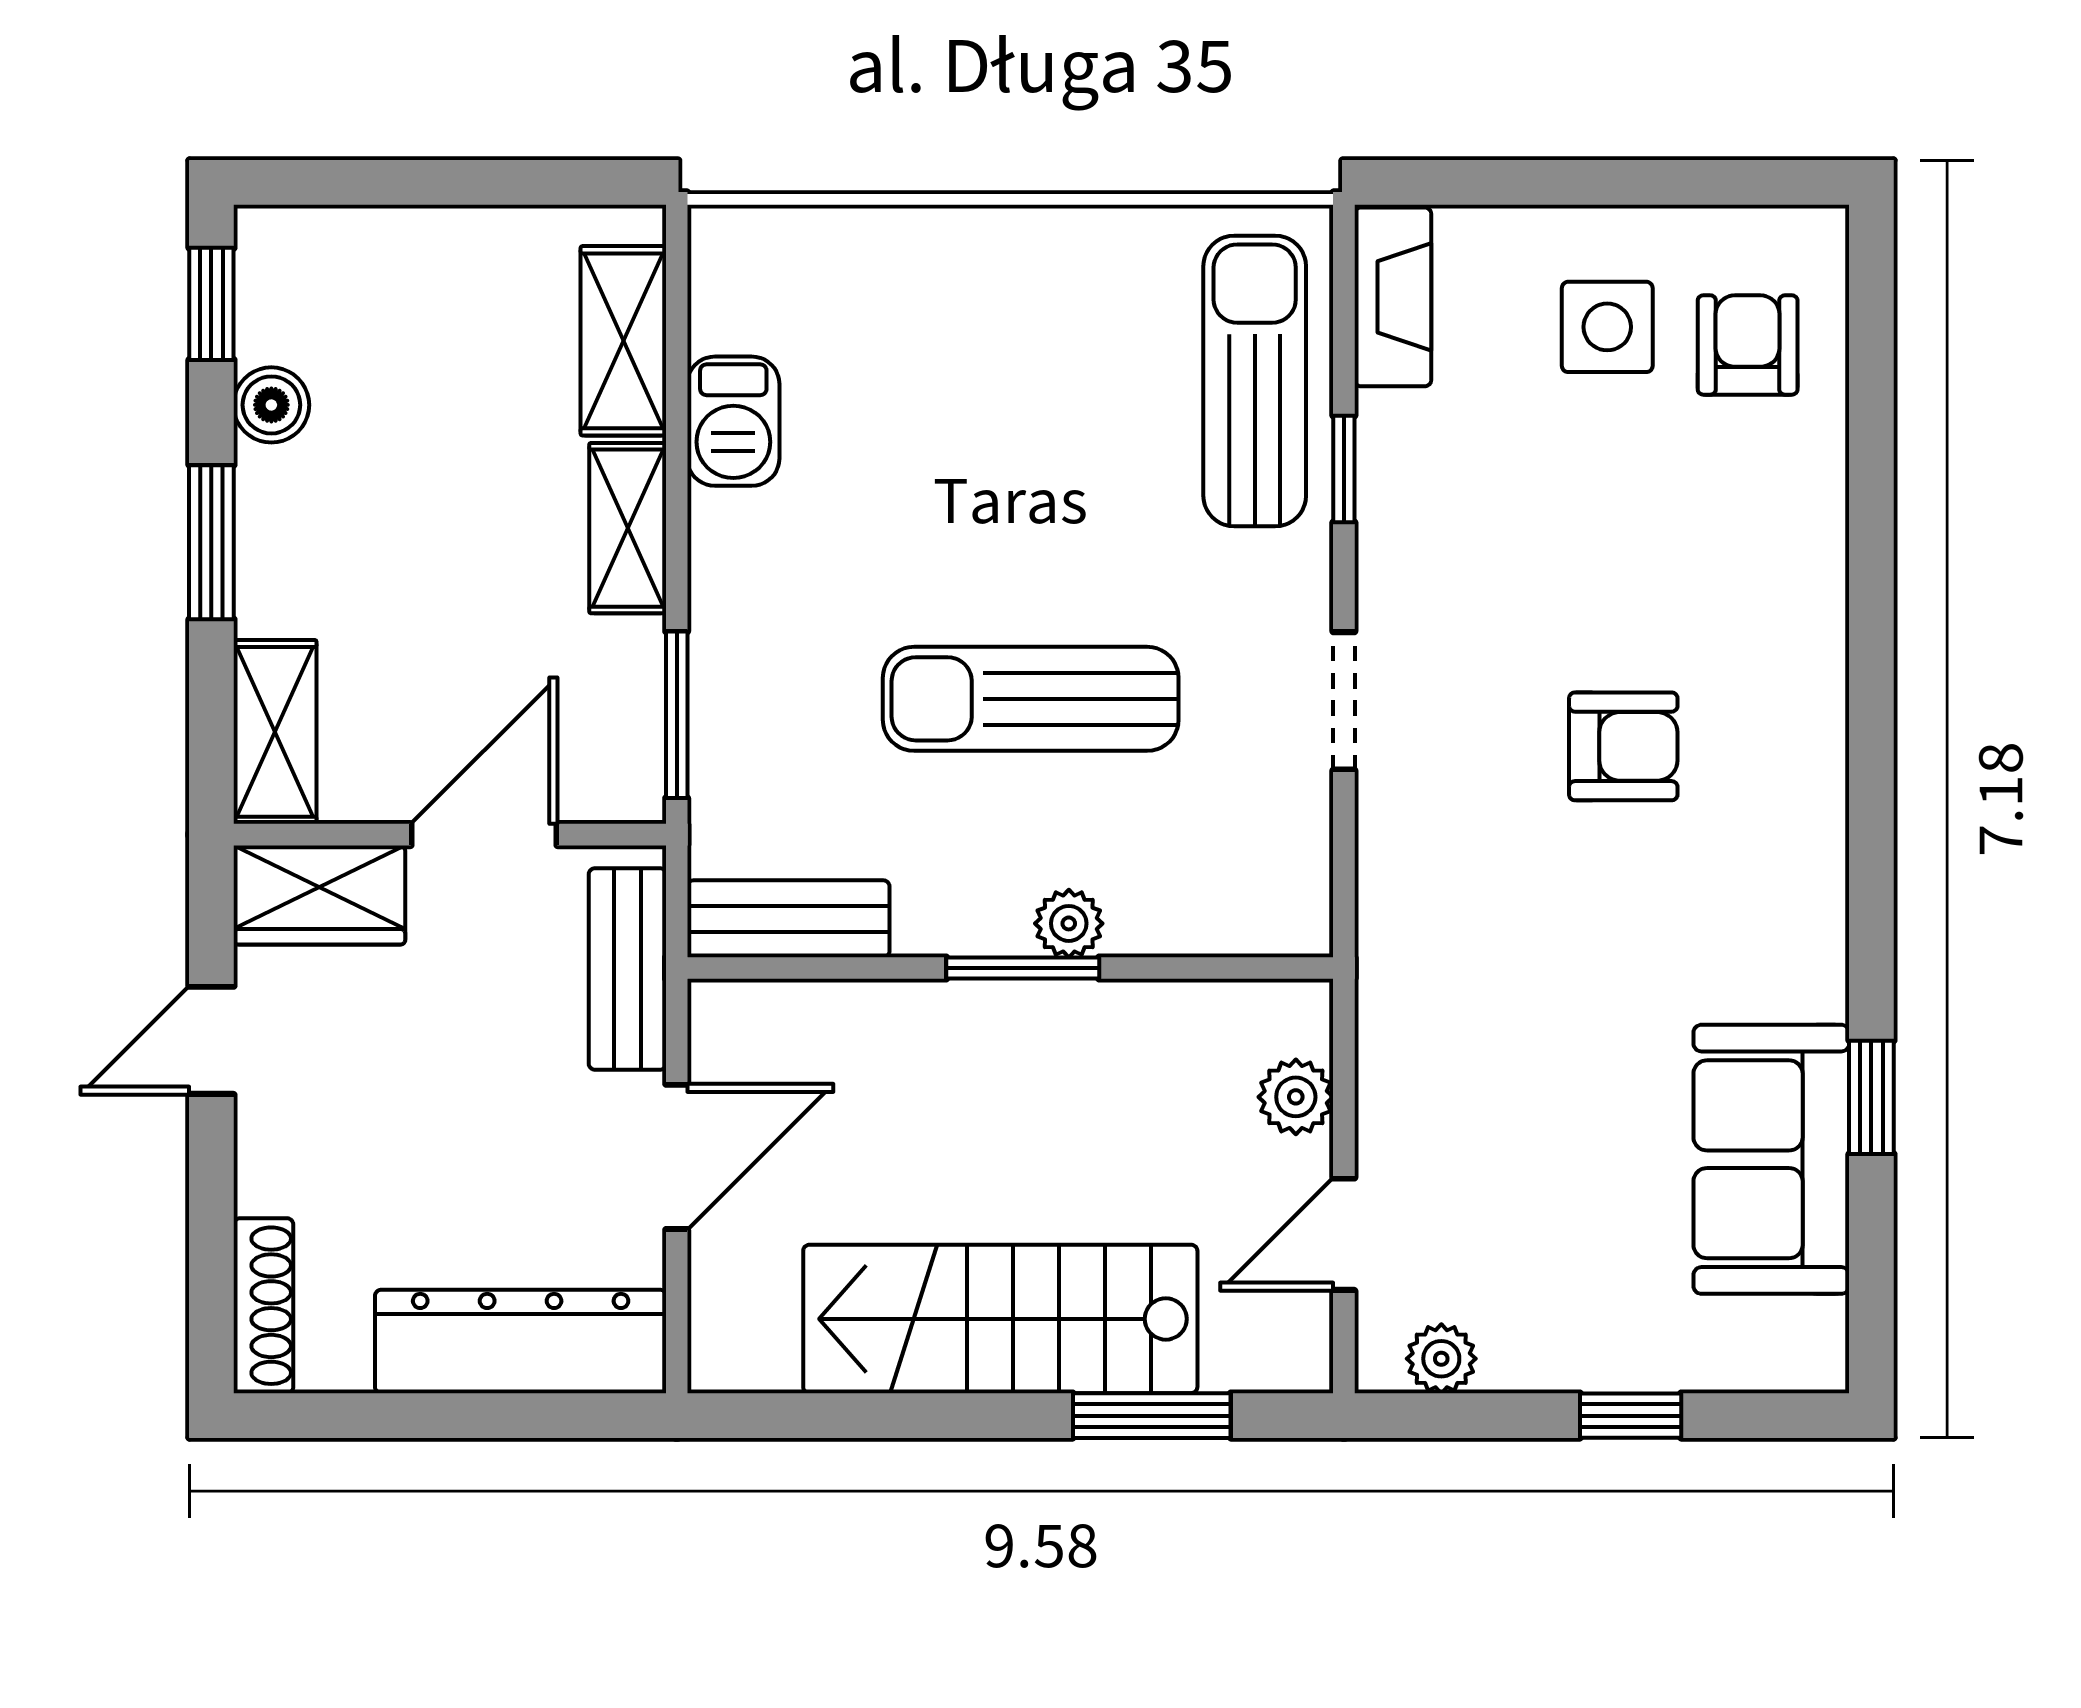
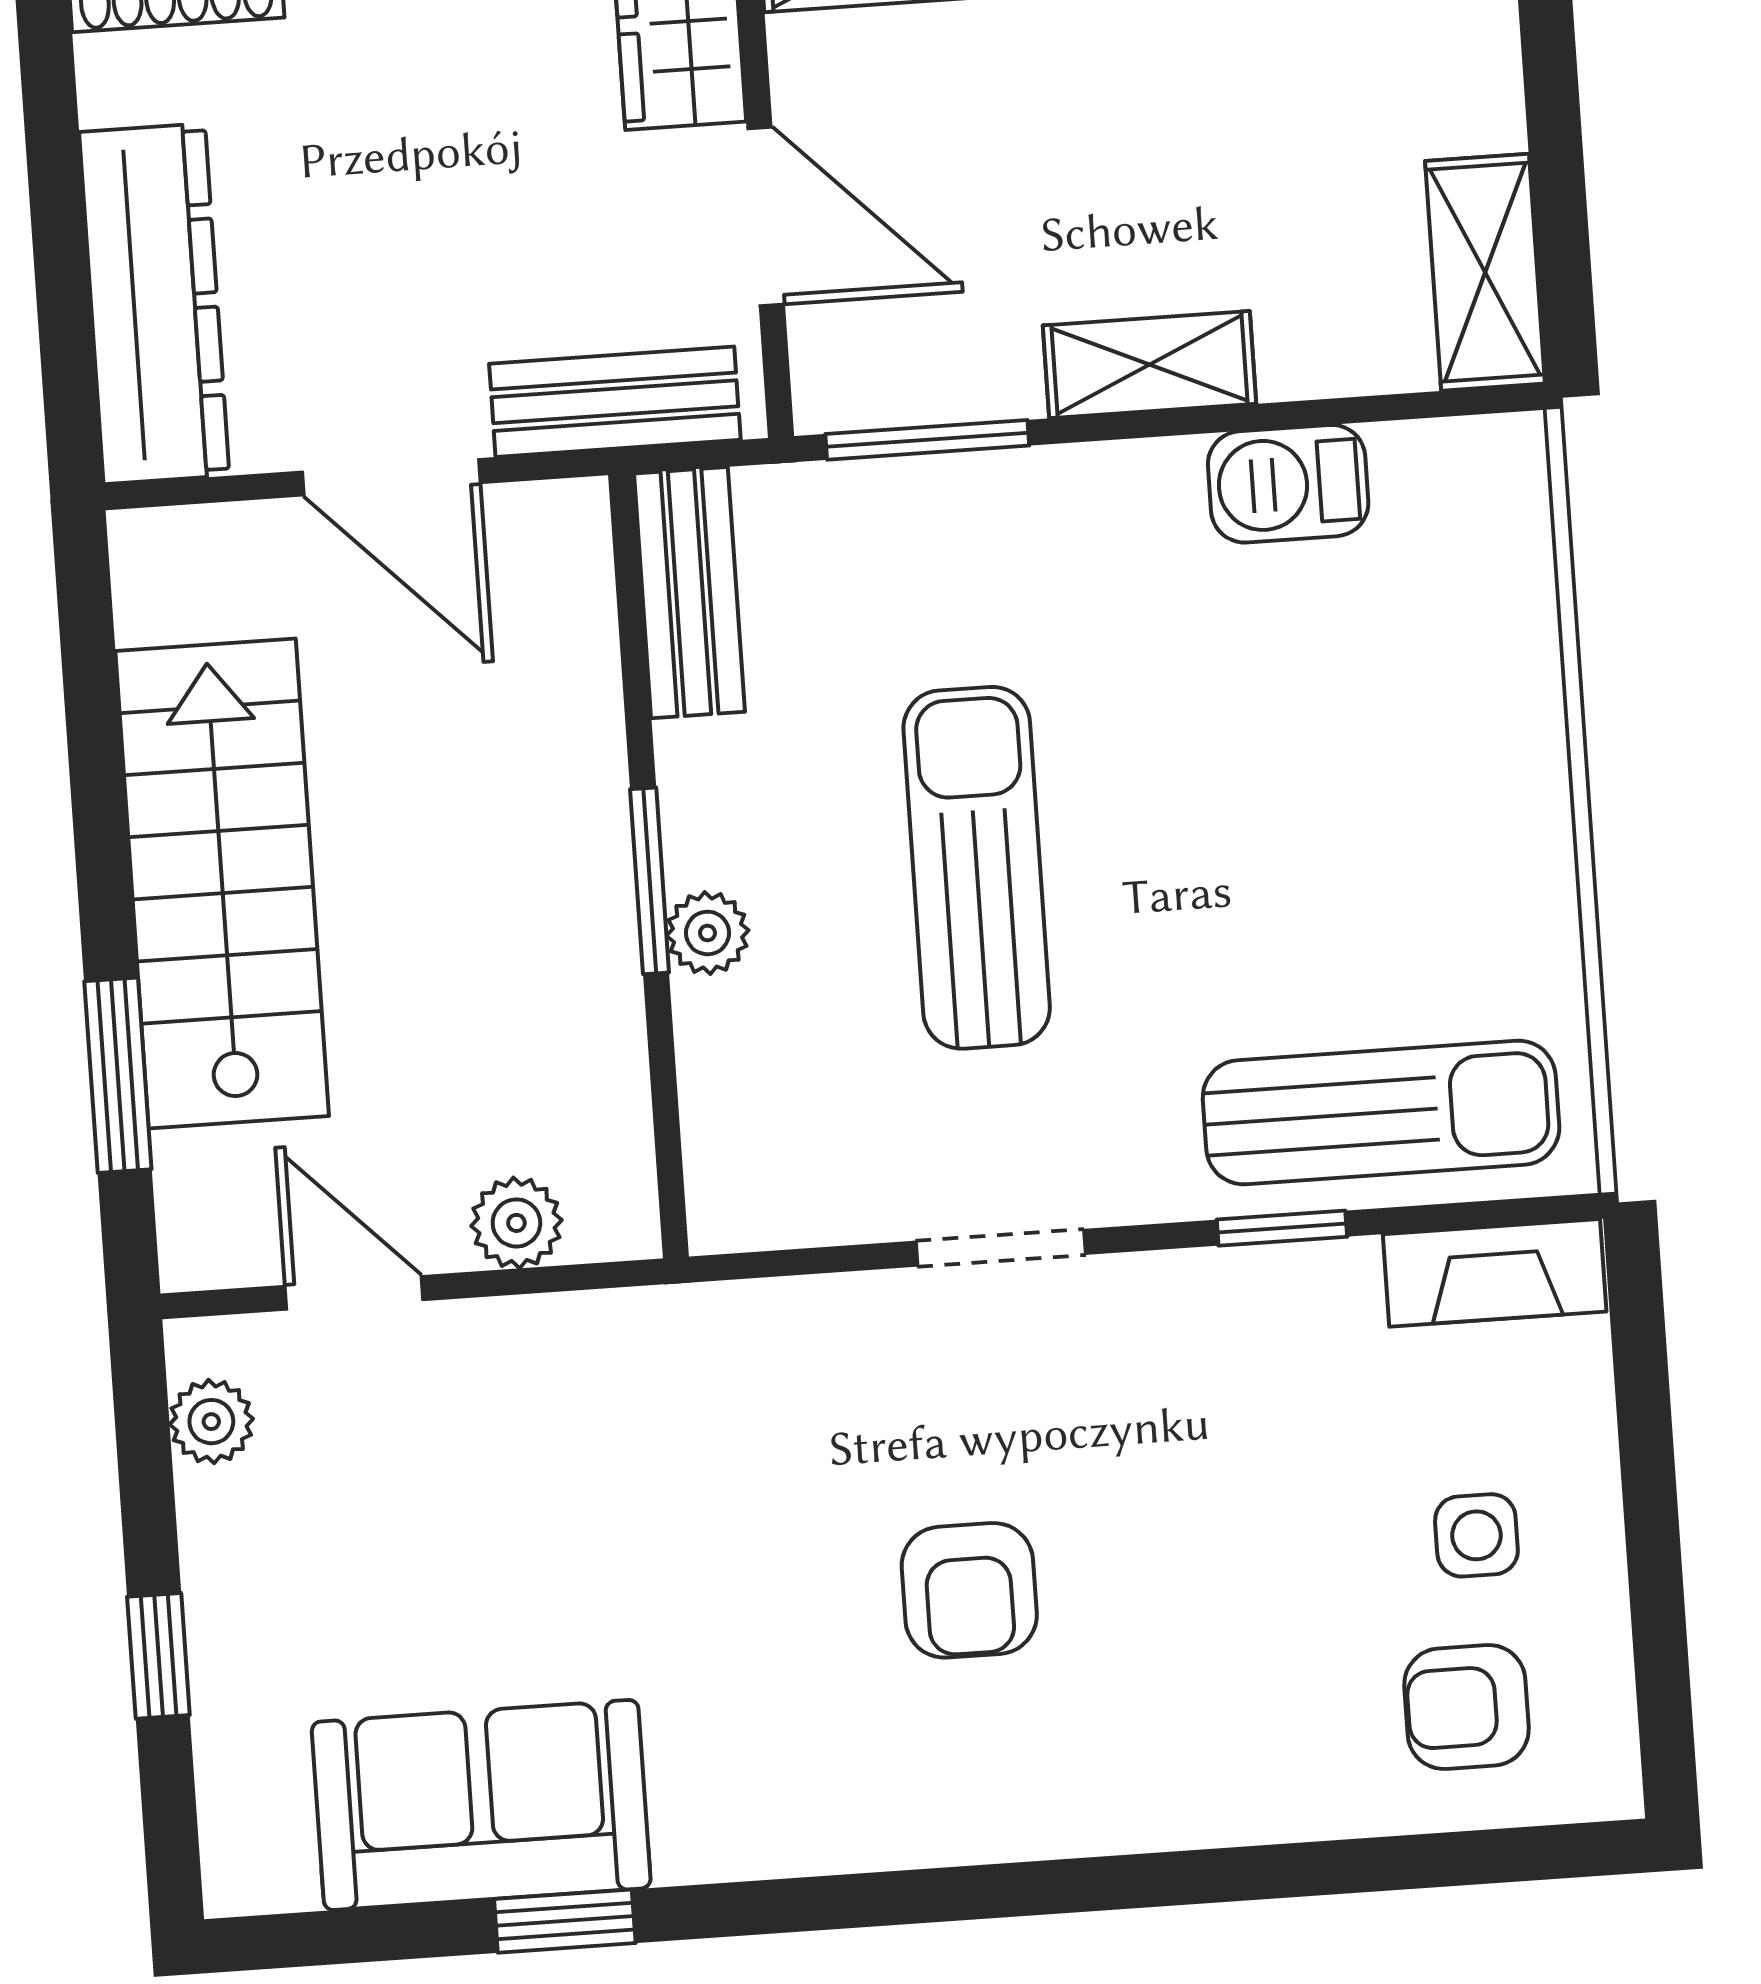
side table: (1607, 327) -> (1476, 1535), width x0.73, depth x0.73
shelving: (623, 341) -> (1485, 272), moved, turned 90
armchair: (1748, 345) -> (1466, 1707), turned 180

